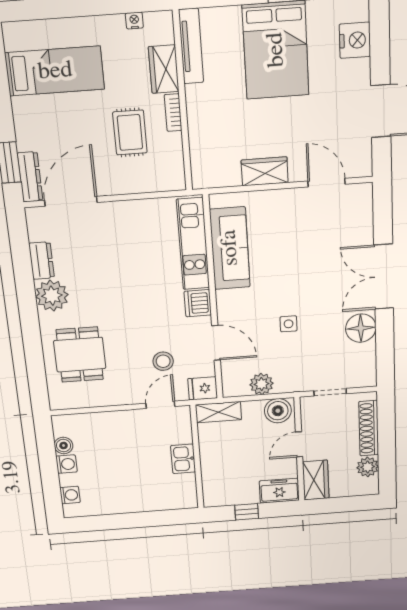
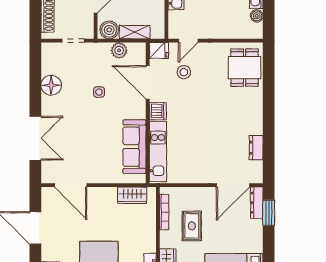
bookcase: (173, 113) -> (164, 212), moved, width x1.56
wardrobe: (265, 171) -> (132, 195), moved
door: (326, 183) -> (71, 185), width x1.36
double door: (384, 277) -> (35, 138), moved
plant: (52, 296) -> (252, 124), removed
door: (216, 343) -> (148, 82), width x1.36
dining table: (80, 355) -> (245, 68), moved
shelving: (218, 412) -> (135, 32), moved

